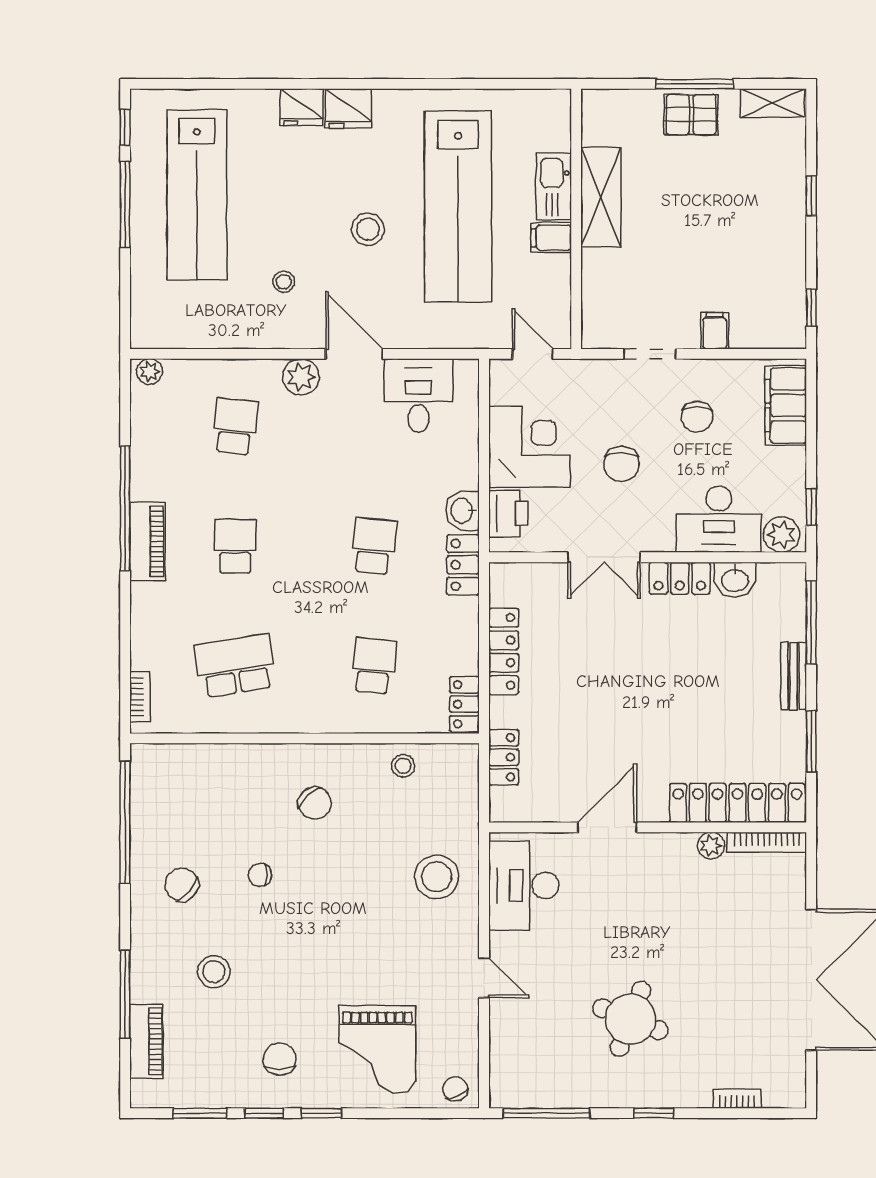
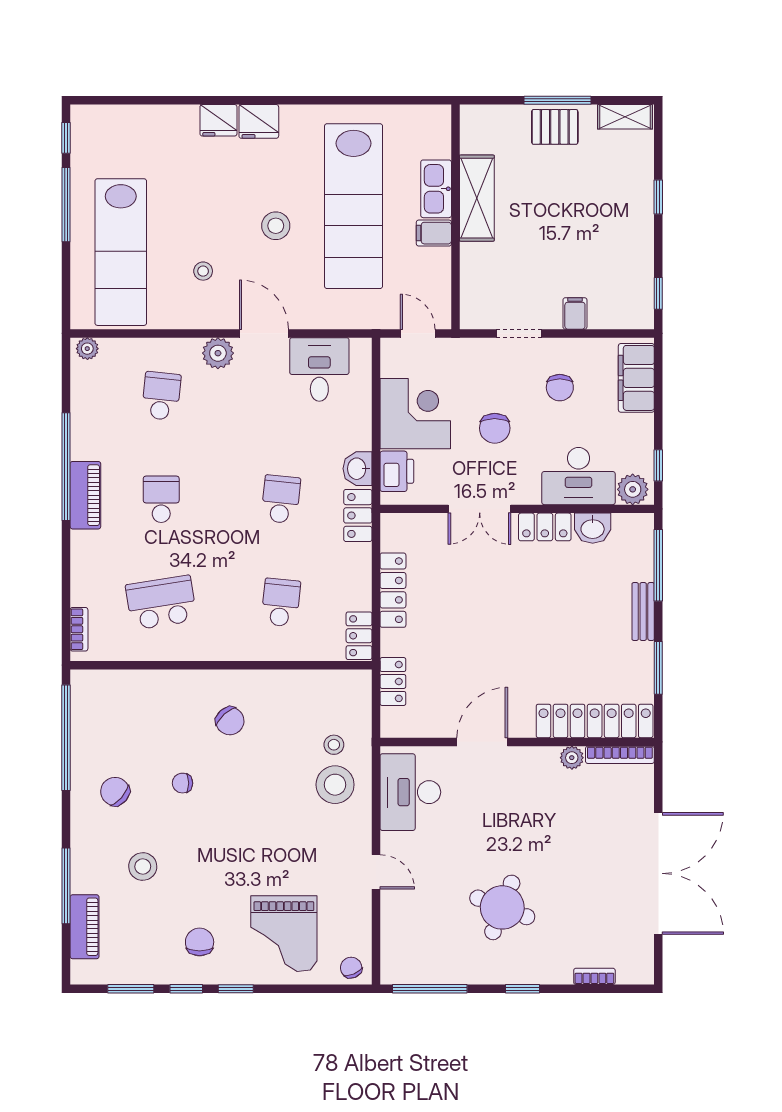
lab bench: (197, 195) -> (121, 252), moved
stool: (403, 766) -> (334, 745), moved

